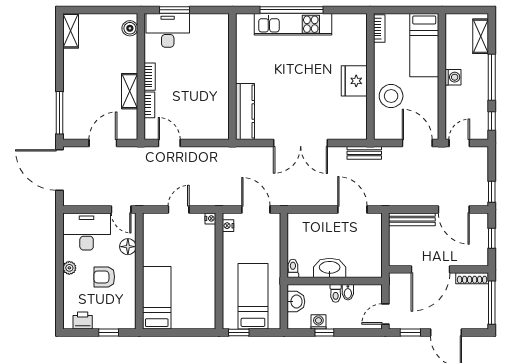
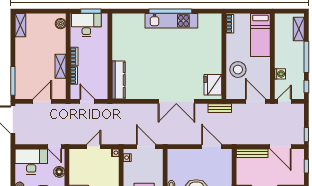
wall: (232, 76) -> (110, 56), moved
washing machine: (453, 77) -> (280, 74), moved
fridge: (354, 81) -> (213, 85), moved
kitchen counter: (245, 112) -> (119, 80), moved

